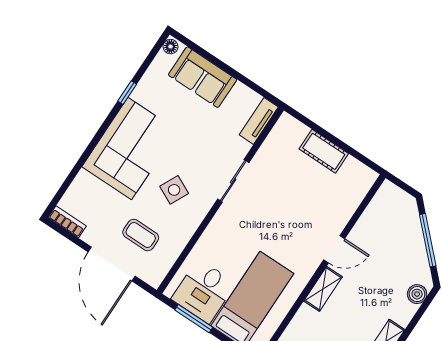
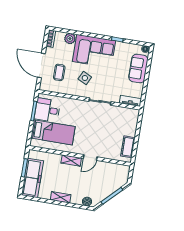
cot: (324, 151) -> (128, 147), moved
plant: (84, 184) -> (70, 39), added
door: (334, 249) -> (90, 158), hinge flipped
door: (112, 264) -> (41, 66), hinge flipped

